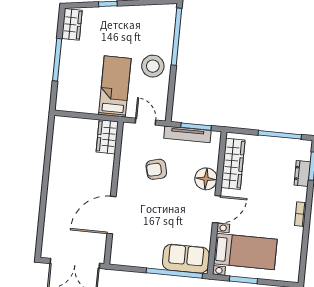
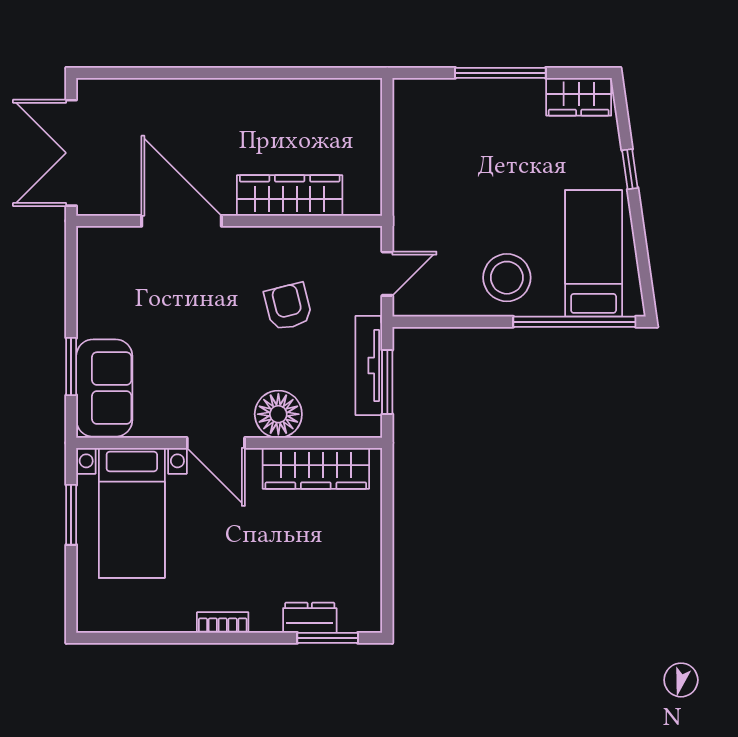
bed: (115, 86) -> (594, 253), moved, turned -90
window: (280, 135) -> (387, 562), removed
wardrobe: (107, 137) -> (290, 195), moved, width x1.50
window: (174, 273) -> (71, 366), width x0.47

